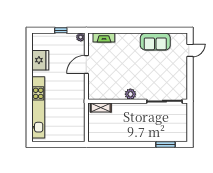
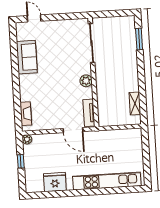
door: (86, 65) -> (73, 130), moved
tv unit: (101, 95) -> (89, 113), added
shelving: (101, 107) -> (135, 104), moved

